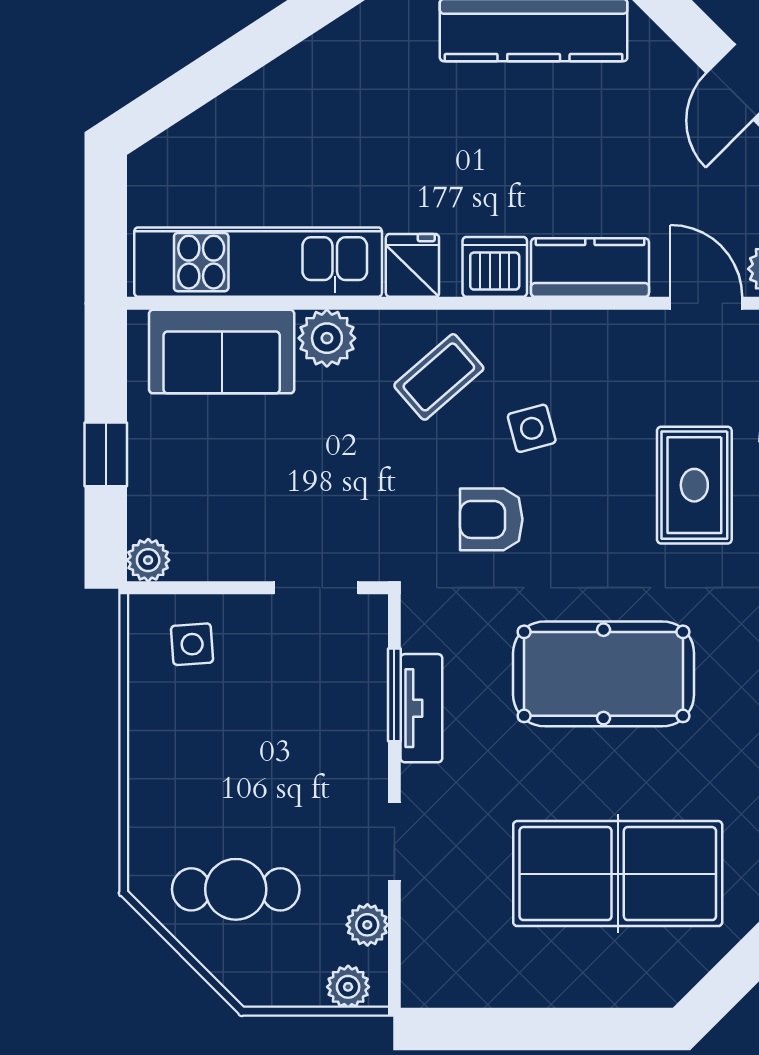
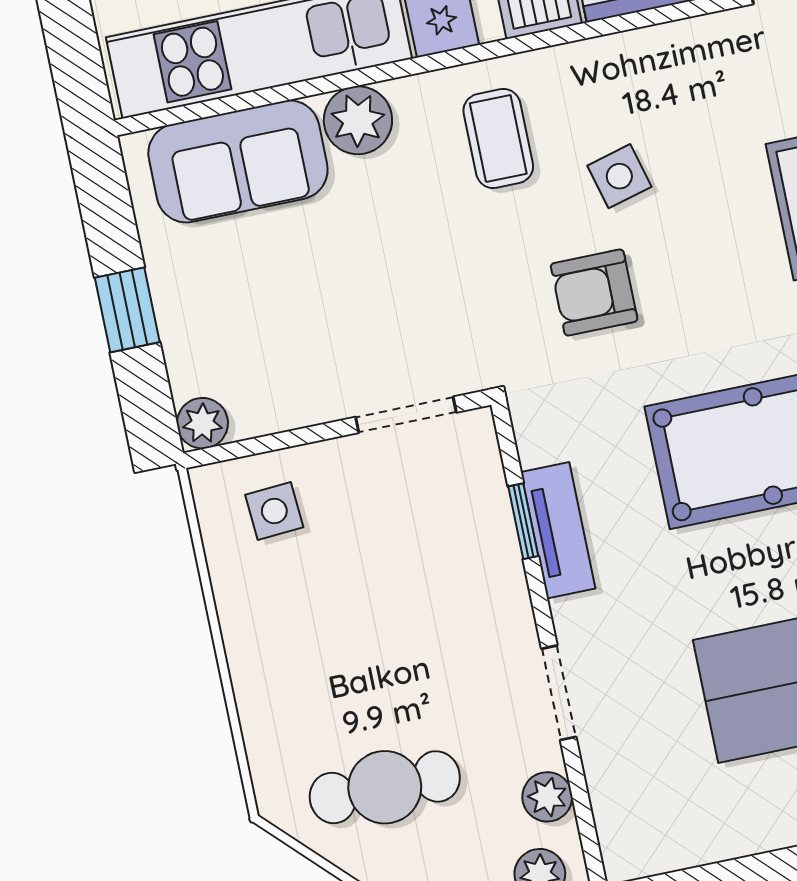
coffee table: (439, 377) -> (498, 139), turned -49
window: (394, 695) -> (523, 521), width x0.67

